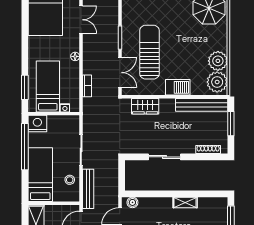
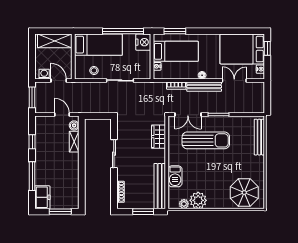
double door: (81, 20) -> (234, 80), swing flipped
plant: (217, 82) -> (184, 204), width x0.53, depth x0.53
barbecue: (178, 87) -> (175, 176), moved
bench: (88, 189) -> (204, 87), moved
shelving: (185, 203) -> (74, 142), moved

